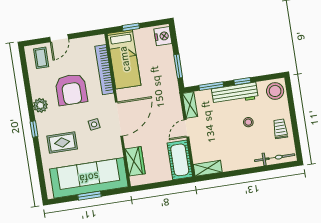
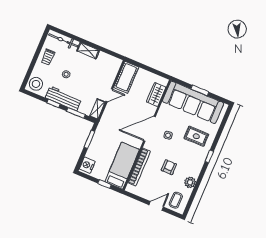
armchair: (71, 90) -> (169, 167), width x0.53, depth x0.53
plant: (40, 105) -> (190, 182), moved
shelving: (208, 168) -> (88, 51), moved

